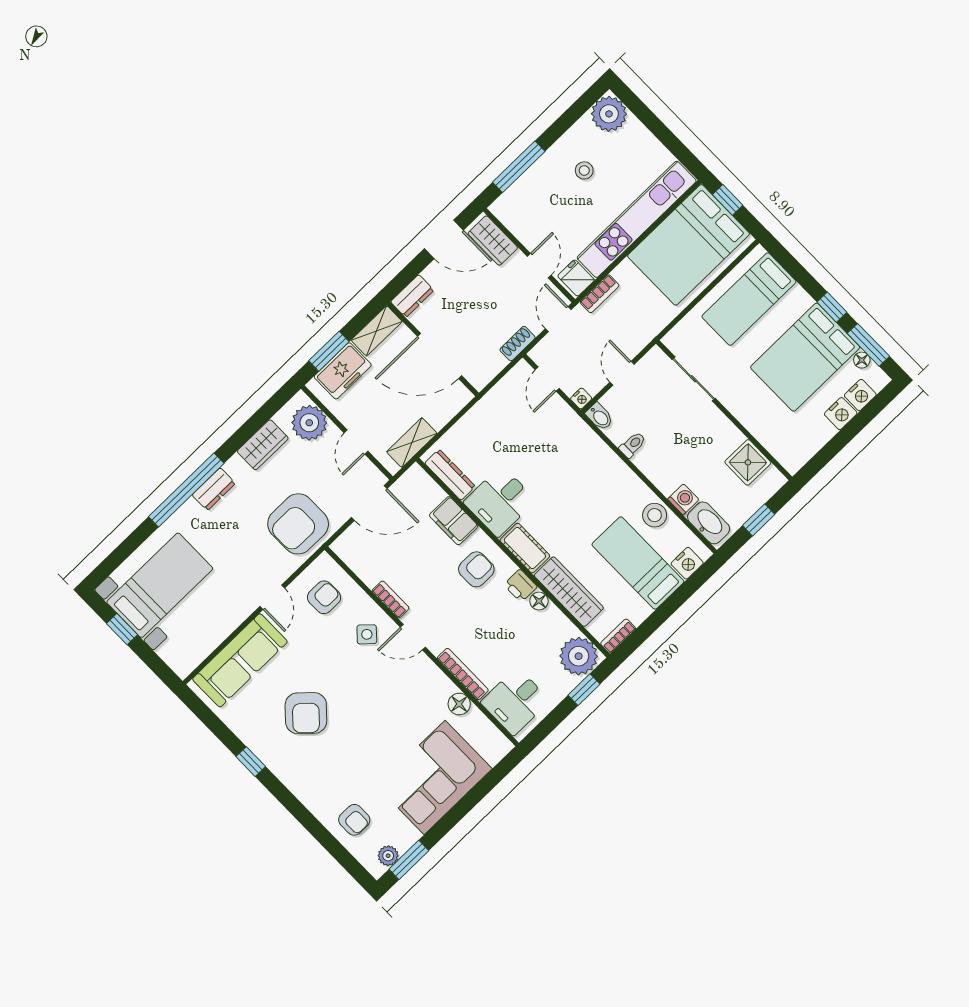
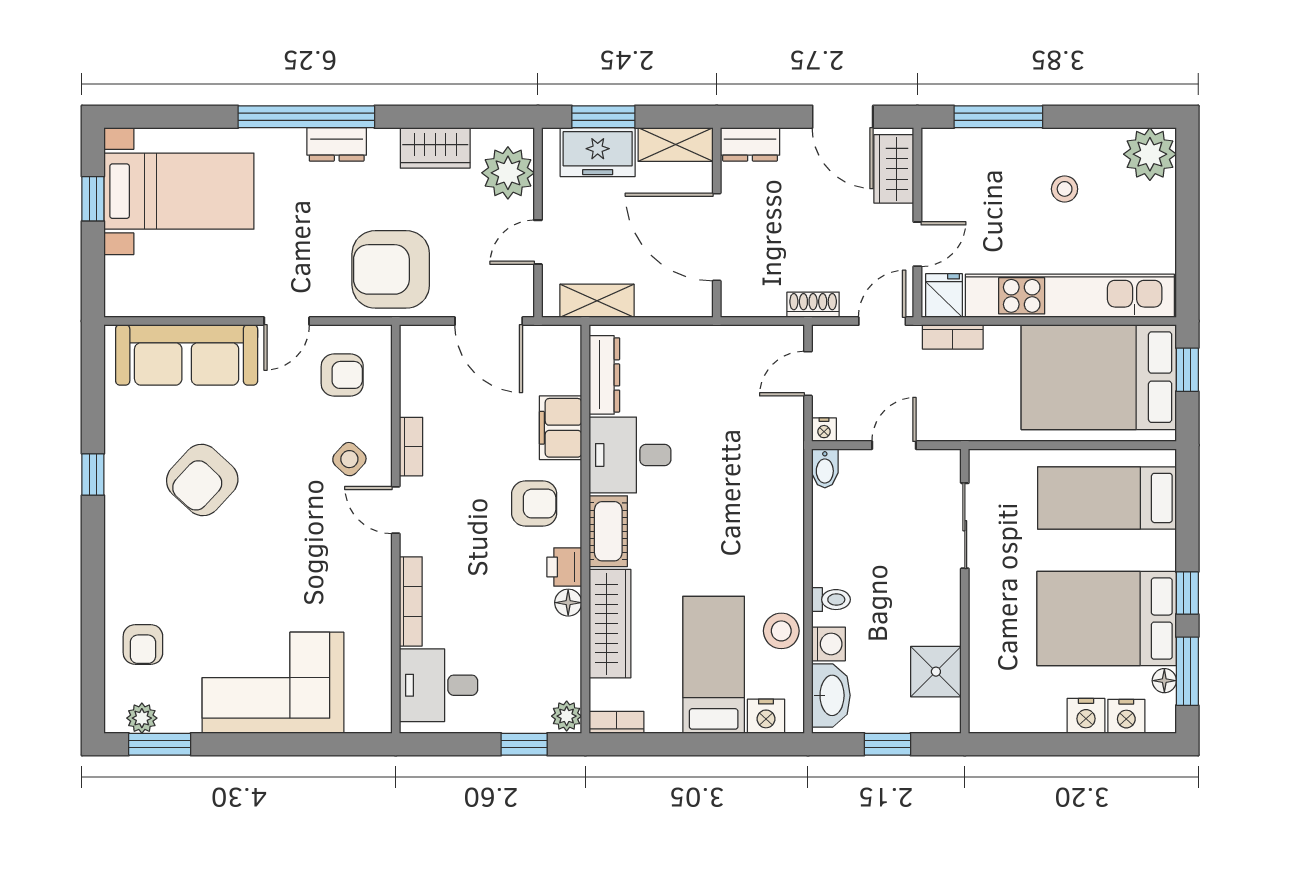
toilet: (633, 445) -> (831, 600), moved
plant: (579, 656) -> (567, 716), width x0.53, depth x0.53
floor lamp: (459, 704) -> (376, 630), removed

